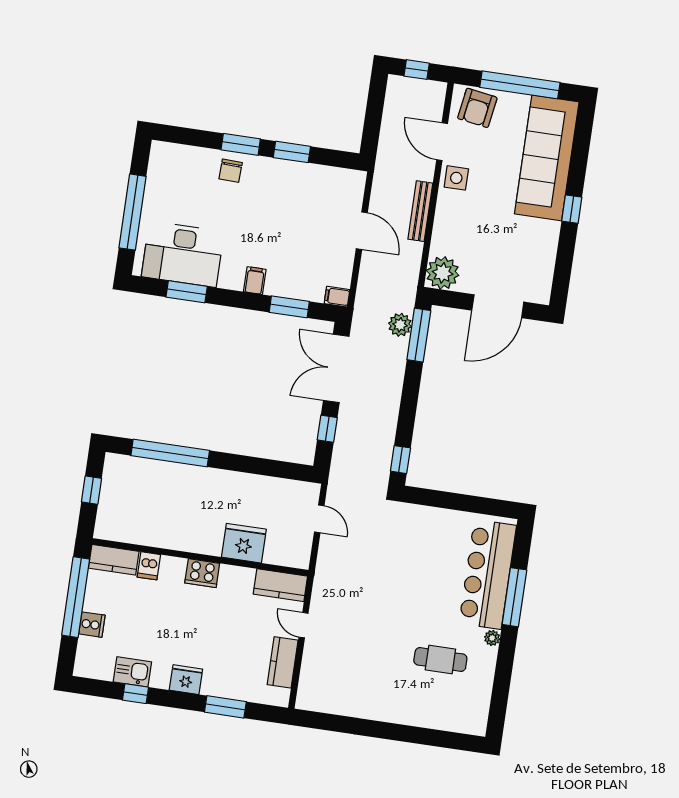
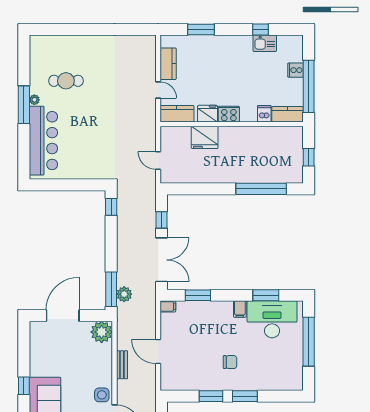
chair: (231, 171) -> (230, 362), moved, turned 88
bench: (420, 211) -> (122, 365), width x0.73
filing cabinet: (255, 281) -> (240, 309), moved
window: (514, 597) -> (24, 105), moved
fridge: (186, 680) -> (208, 114), moved, turned 180

